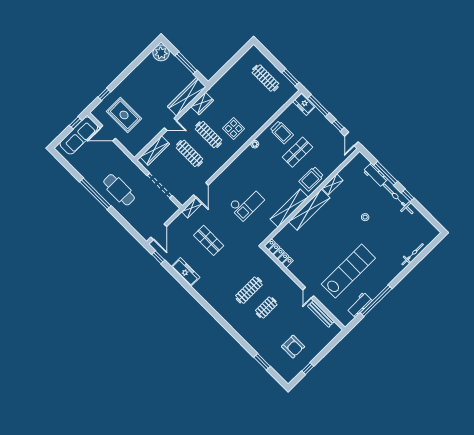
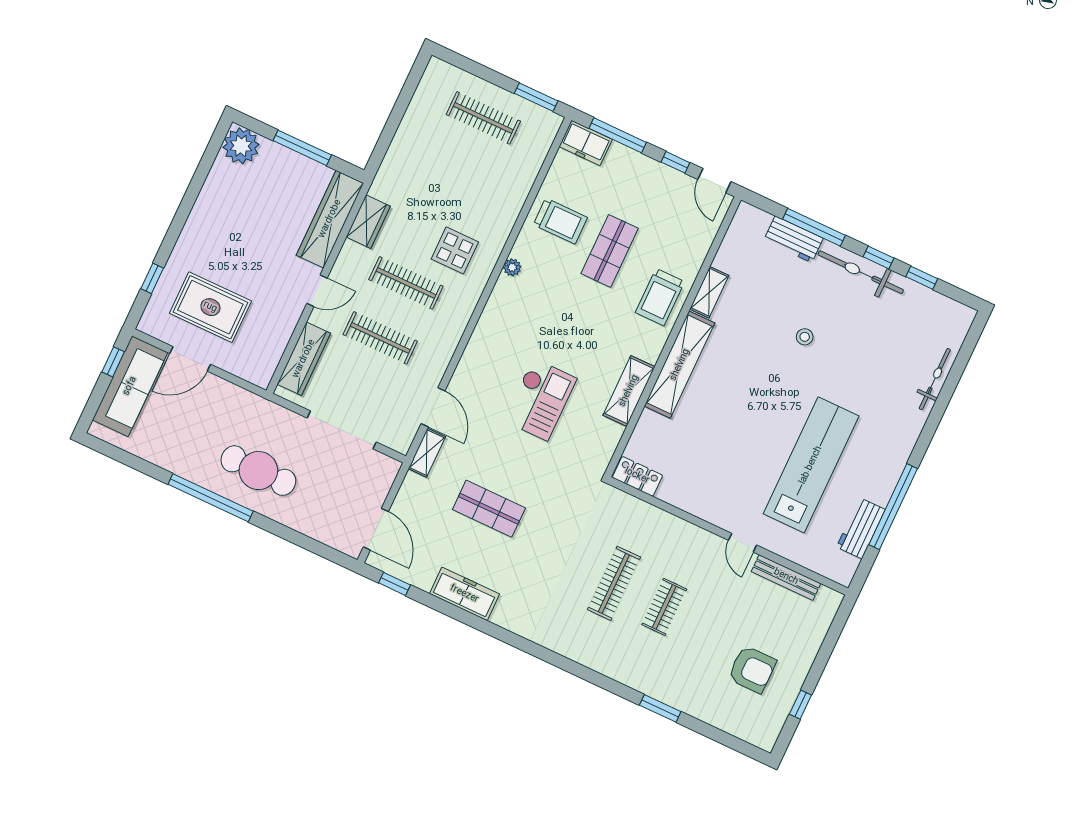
shelving: (289, 208) -> (629, 391), width x0.68
window: (422, 210) -> (922, 278), added
locker: (279, 253) -> (637, 476), width x0.66
window: (262, 362) -> (660, 708), moved

